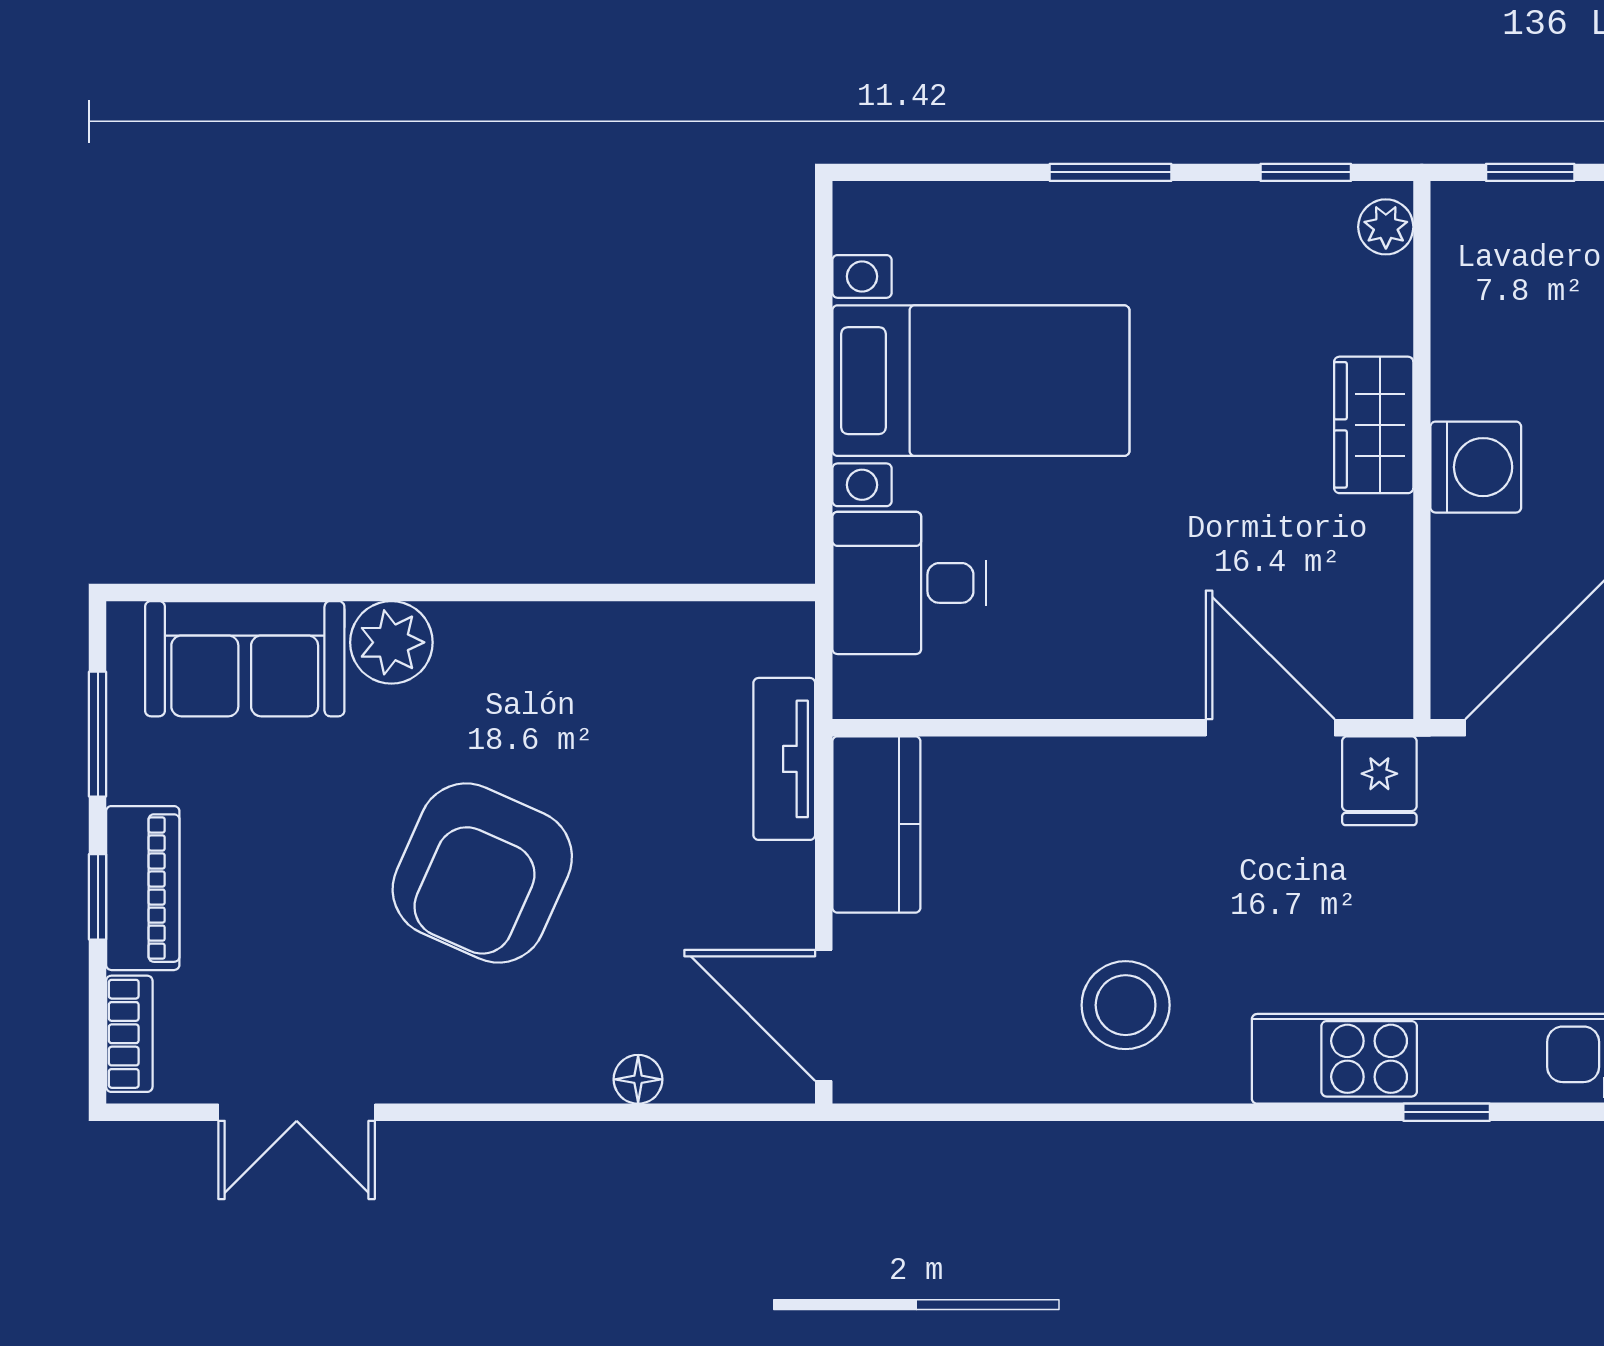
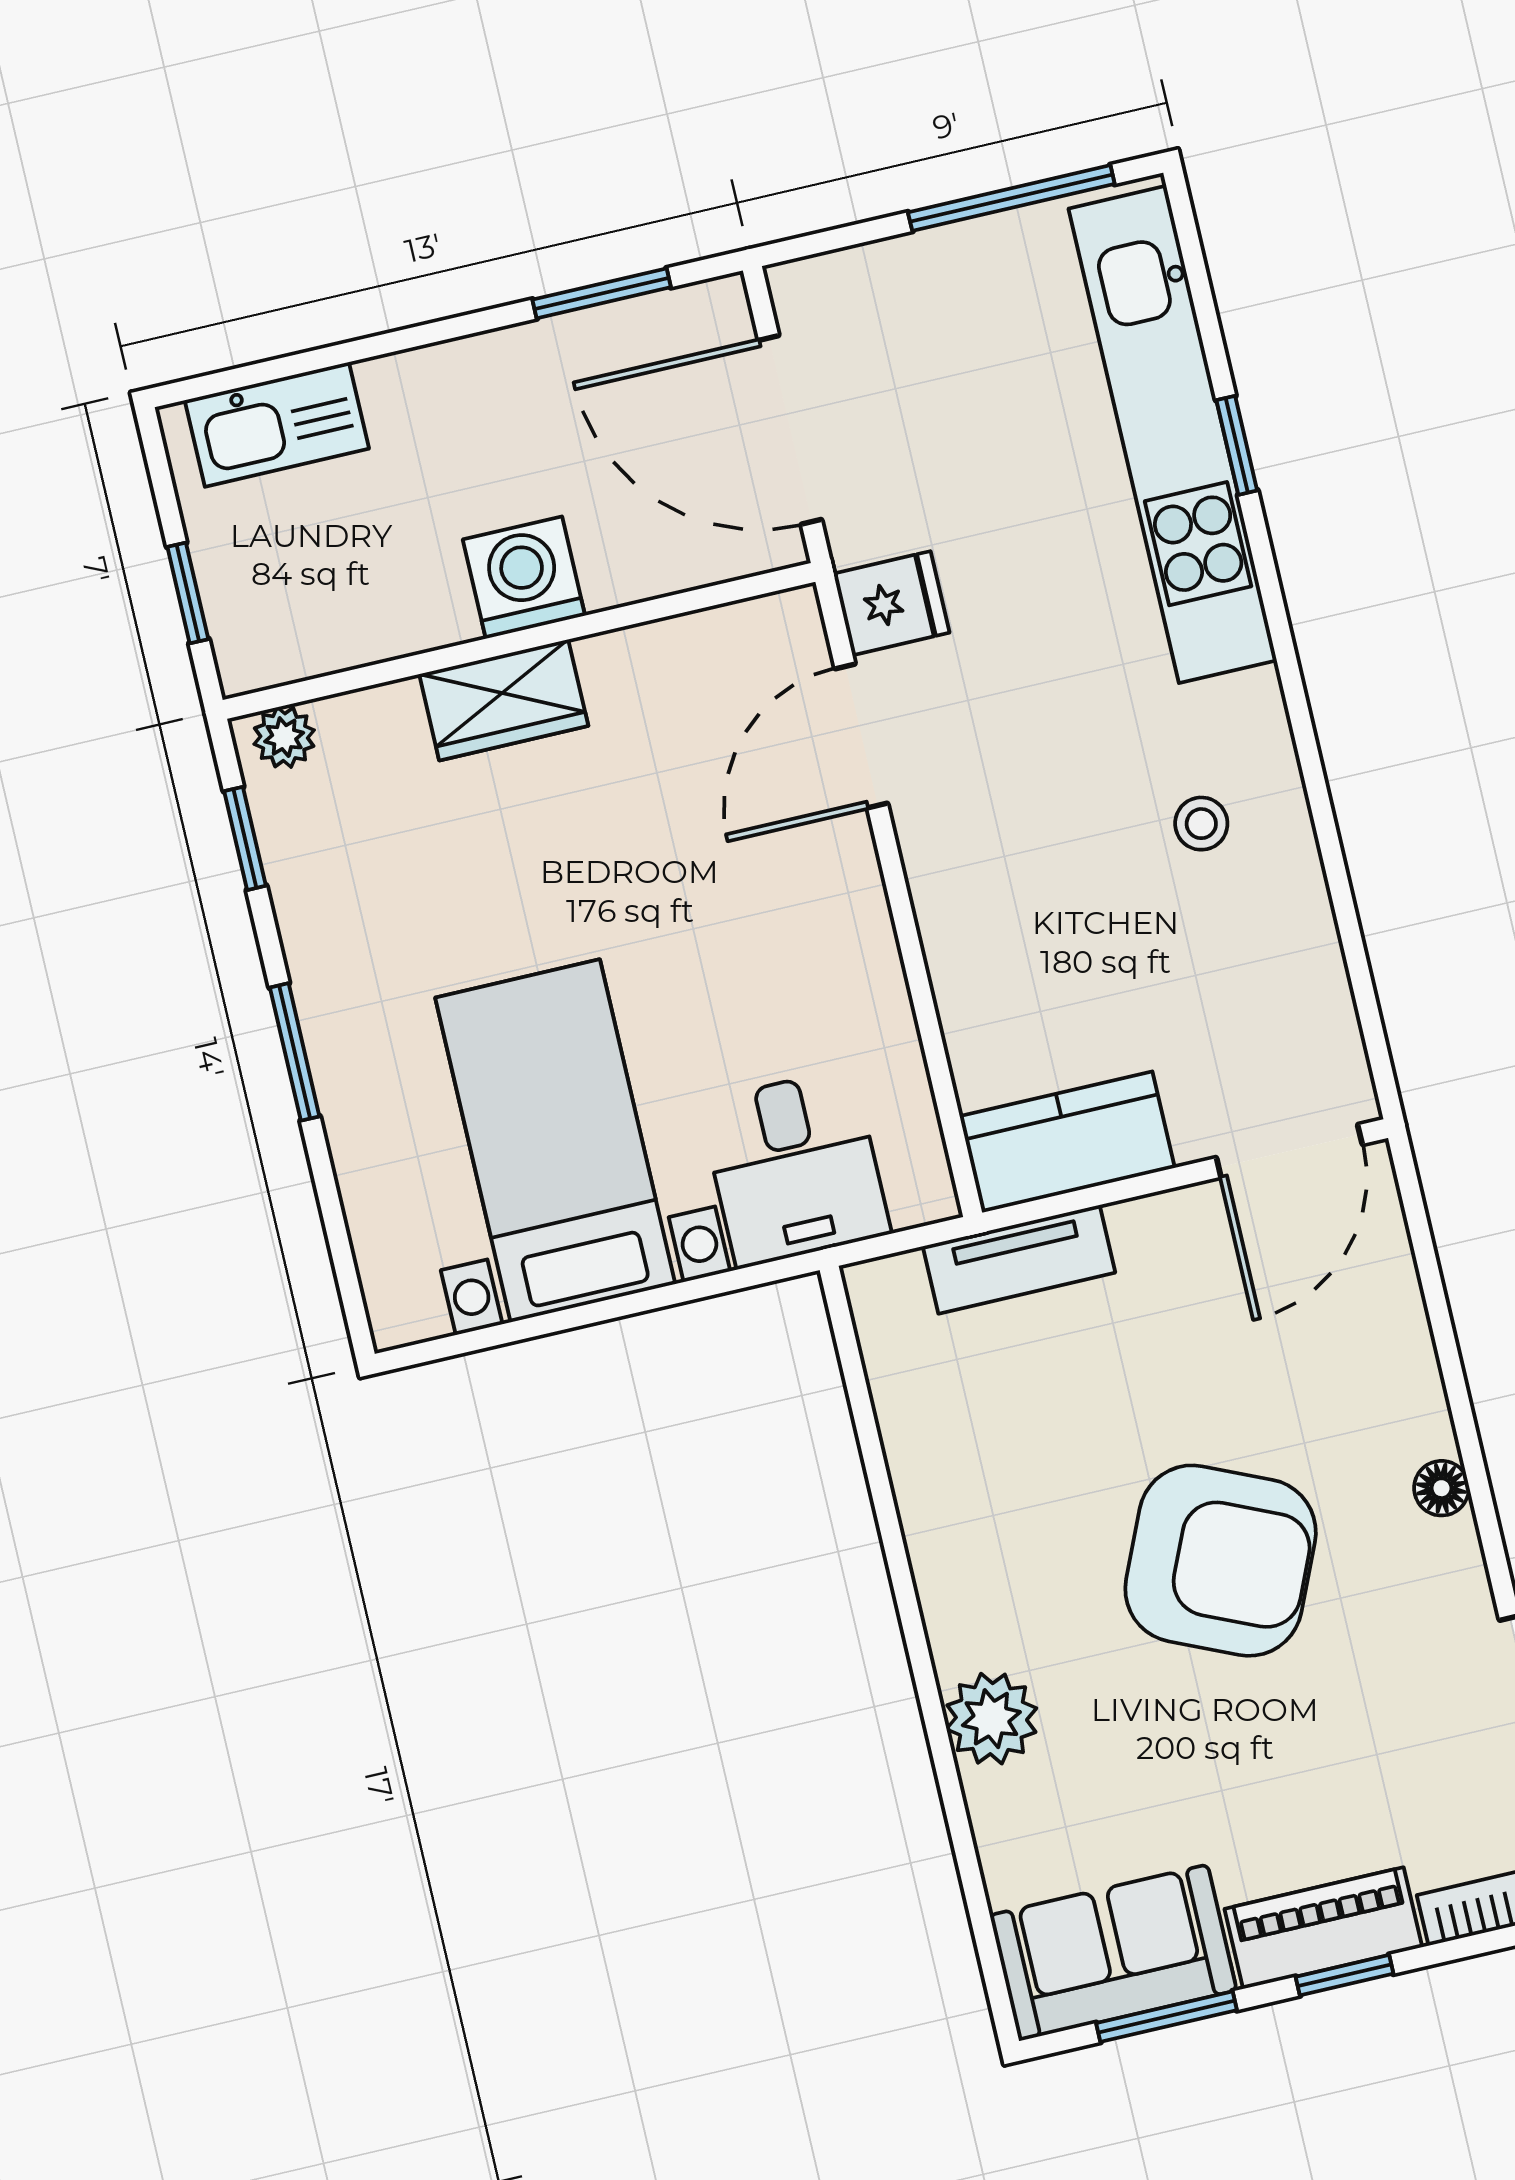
sofa: (245, 659) -> (1113, 1953), moved, turned -90
stool: (1126, 1005) -> (1201, 824), width x0.53, depth x0.53
floor lamp: (638, 1079) -> (1441, 1488), moved

